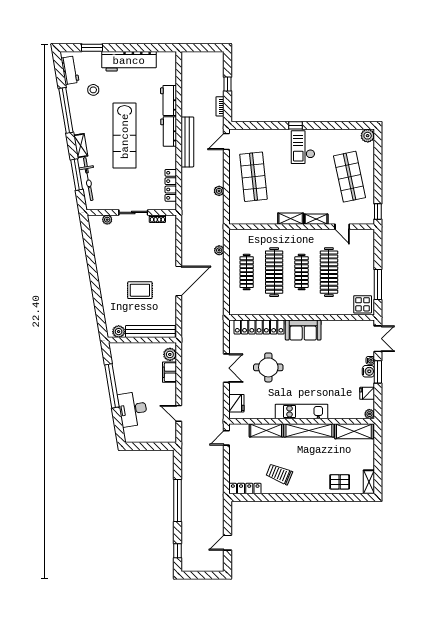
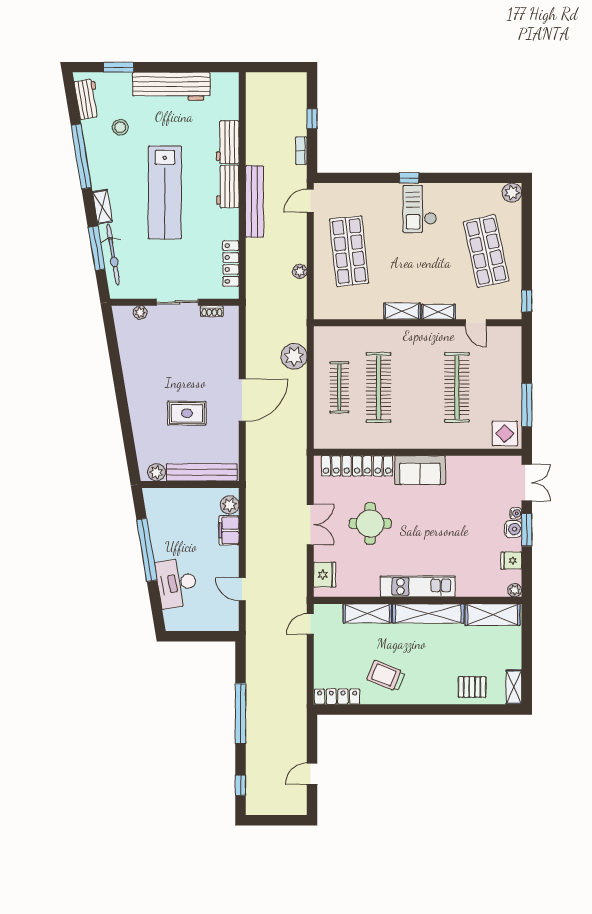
plant: (219, 250) -> (294, 356), width x1.88, depth x1.88
clothes rail: (302, 272) -> (418, 387), removed

